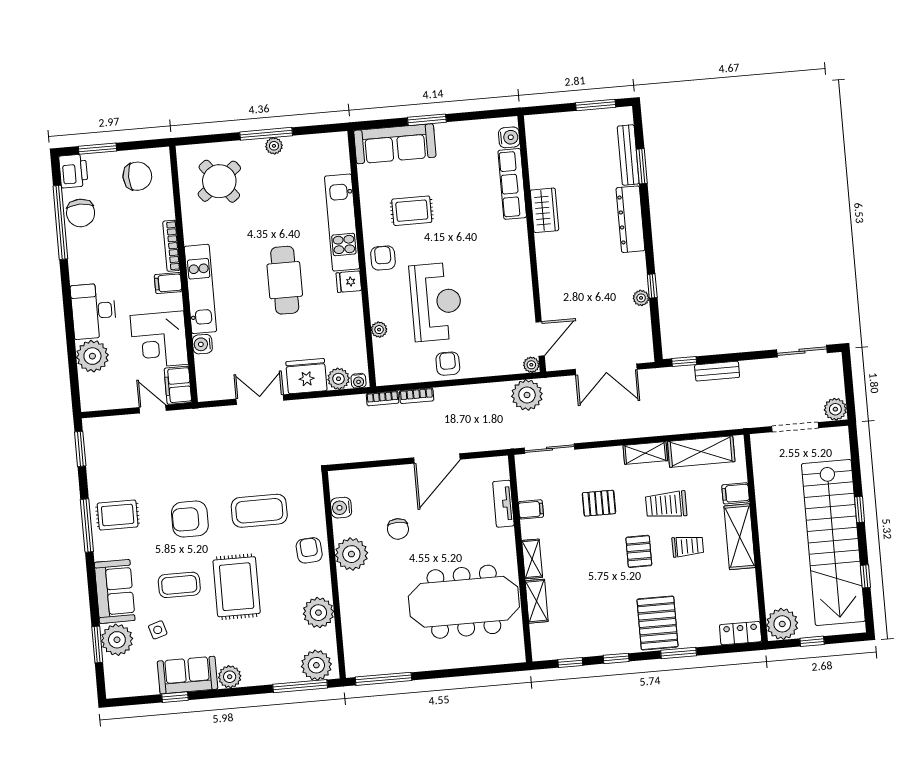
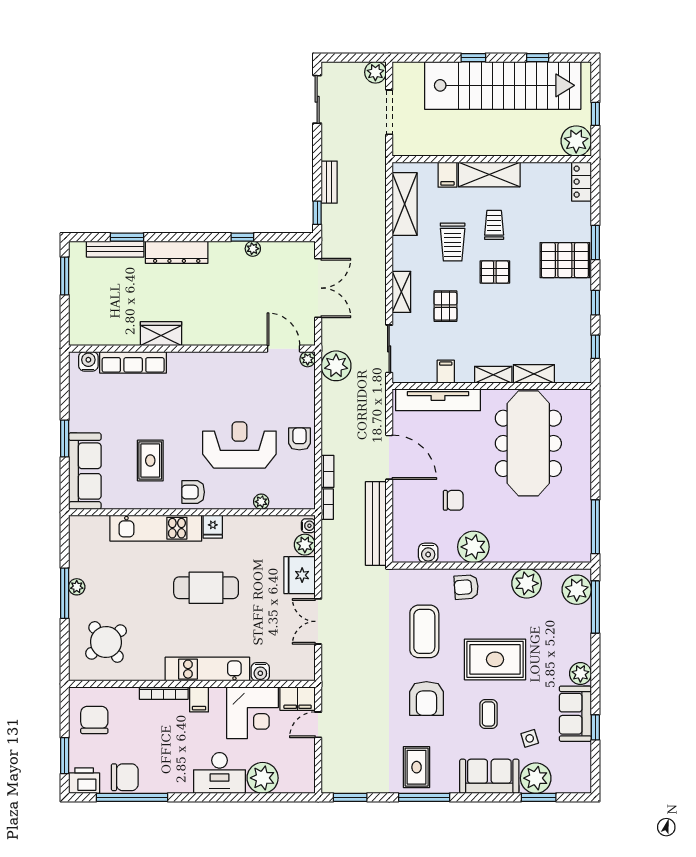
armchair: (448, 364) -> (299, 439), turned 90
bench: (367, 451) -> (376, 523), added
shelving: (645, 453) -> (401, 292), moved
tv unit: (503, 504) -> (438, 400), width x1.92, depth x1.29
coffee table: (179, 585) -> (488, 714), width x0.73, depth x0.77

